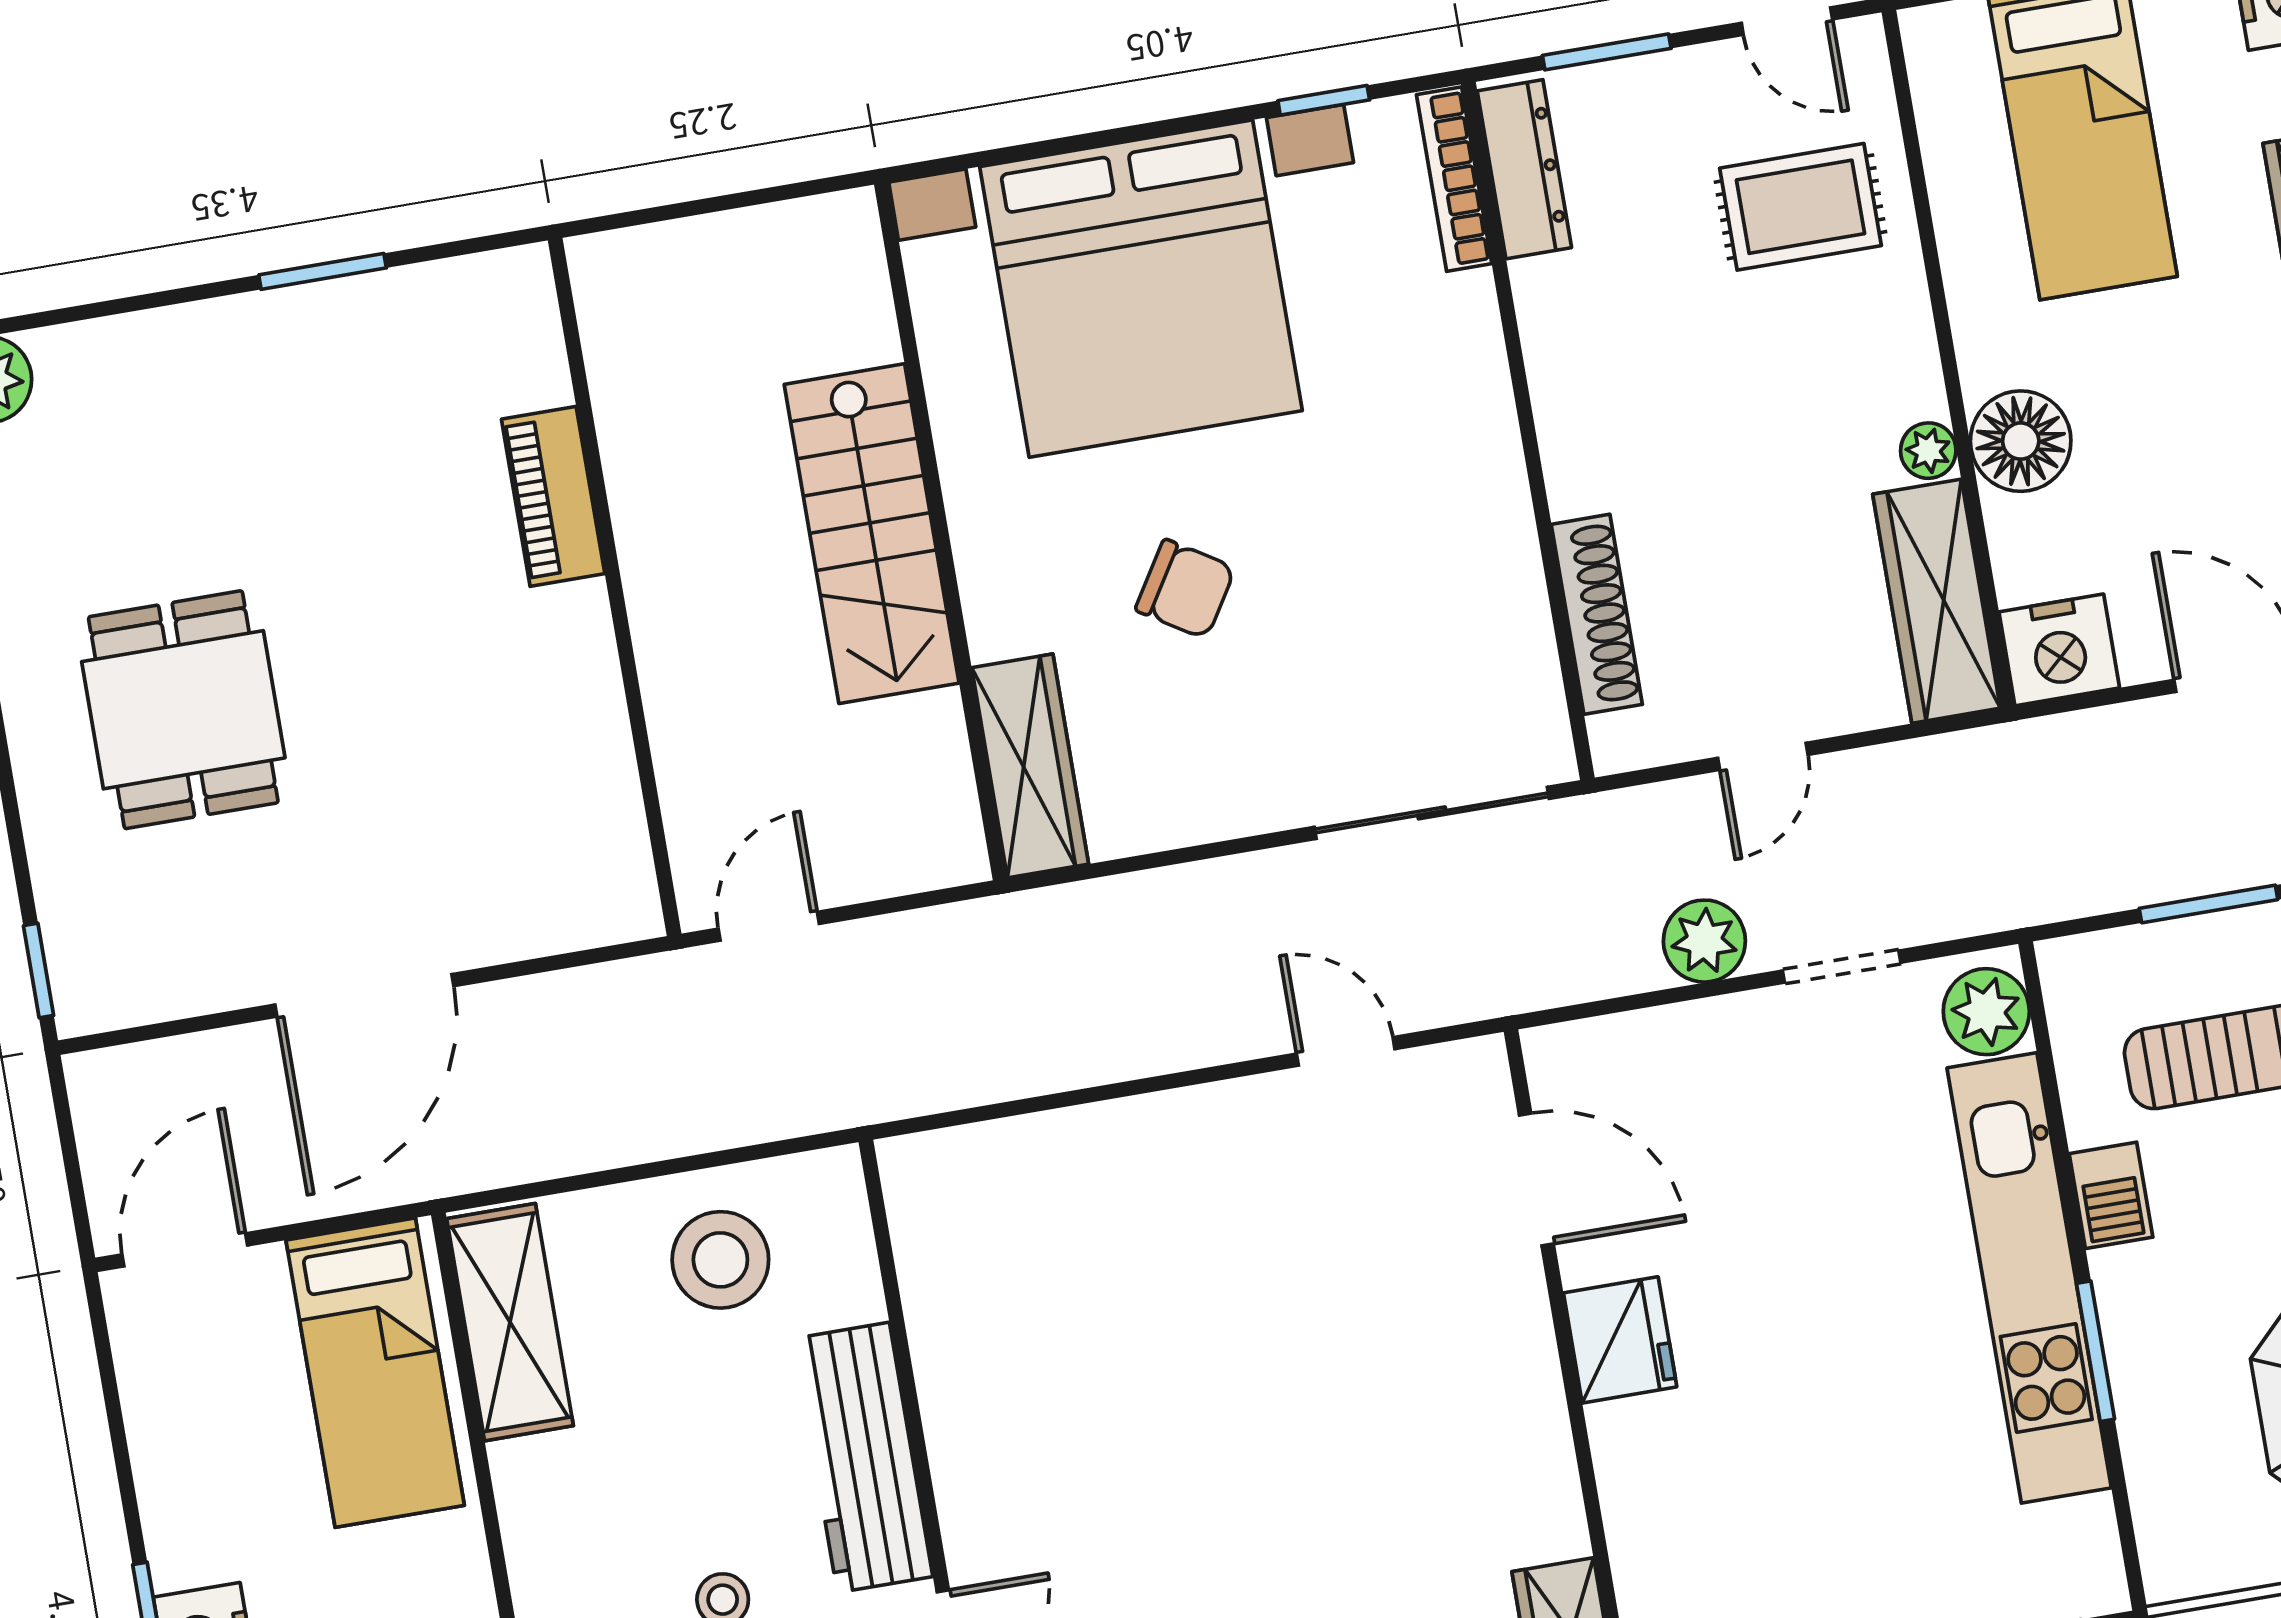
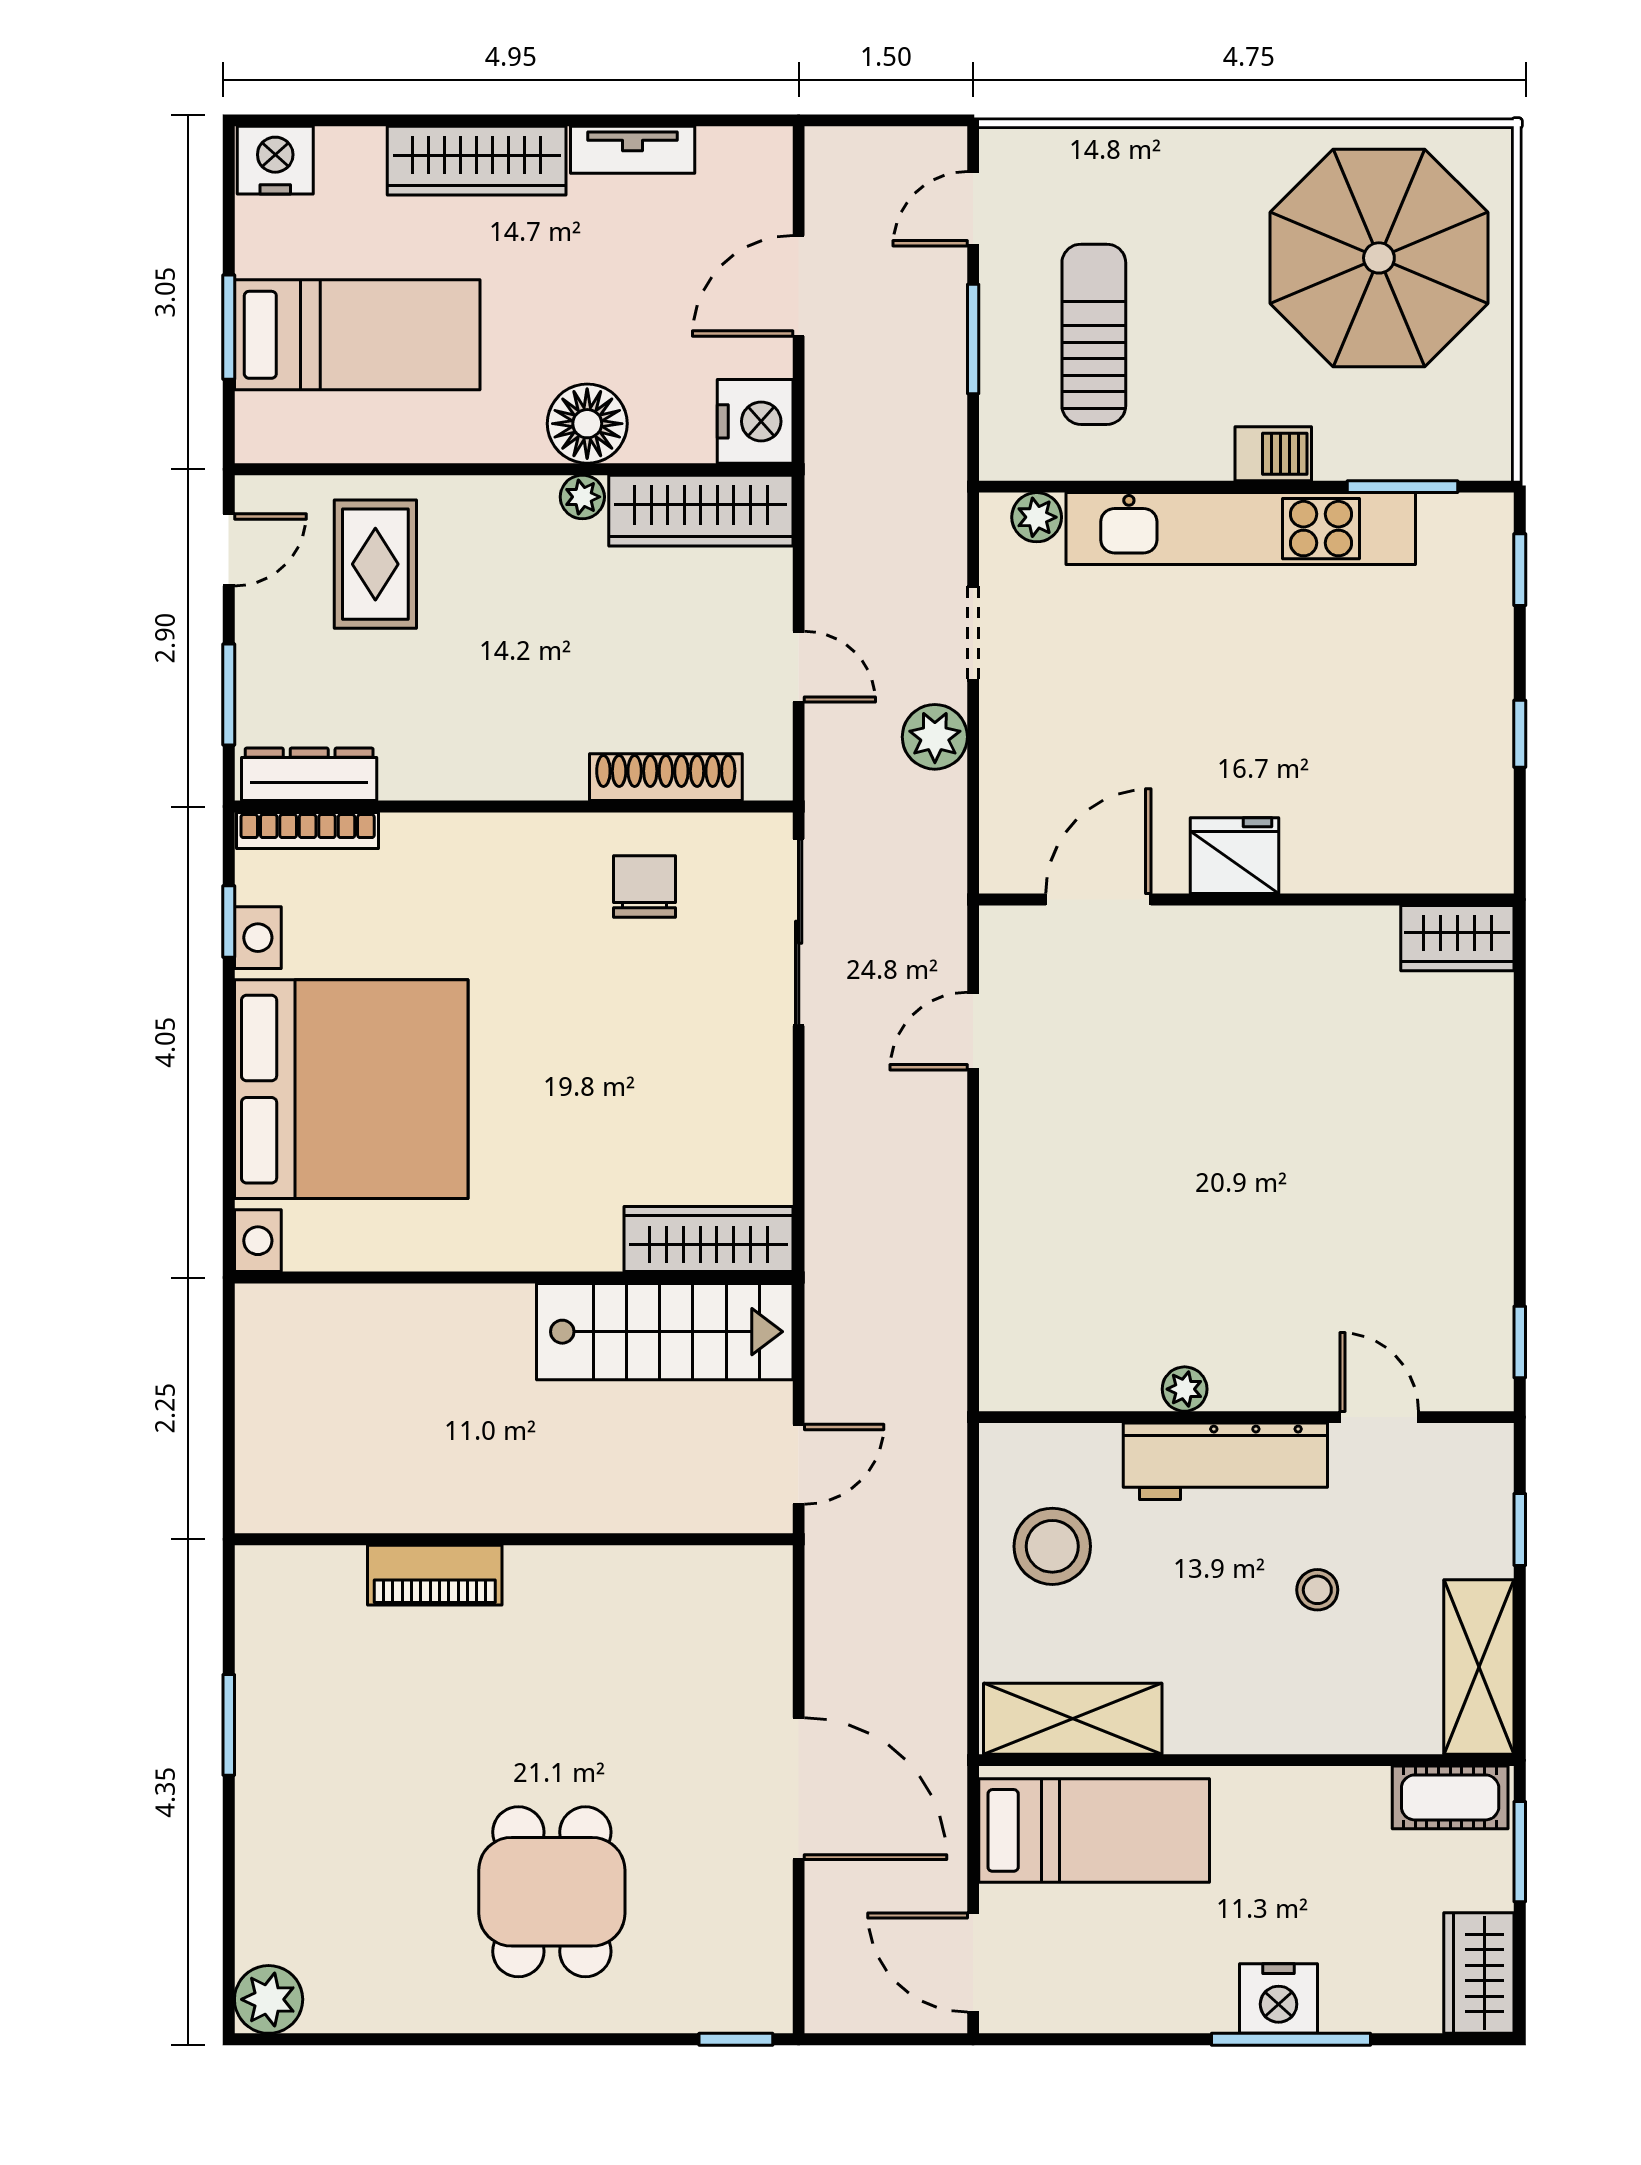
stairs: (872, 534) -> (665, 1332), moved
chair: (1185, 589) -> (645, 887), moved, turned -32
dining table: (183, 710) -> (552, 1892), turned 90
door: (769, 926) -> (799, 1464), swing flipped
plant: (1986, 1012) -> (1037, 517), width x0.73, depth x0.73
barbecue: (2111, 1195) -> (1273, 454), moved
window: (2095, 1351) -> (1403, 487), moved
plant: (945, 1391) -> (1185, 1389), added

